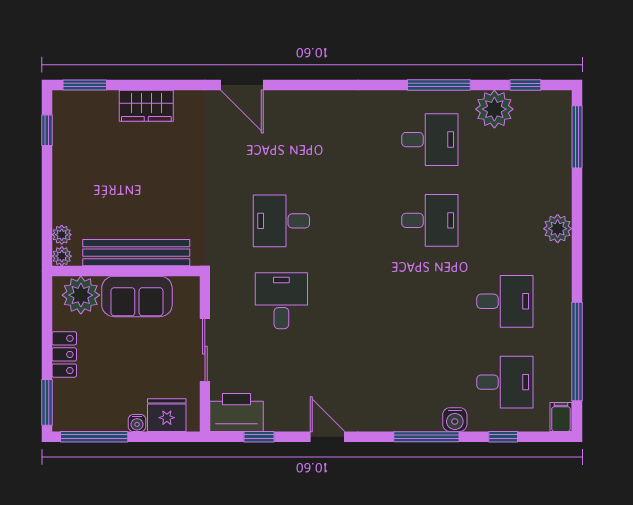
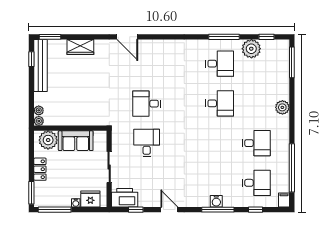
bench: (136, 253) -> (41, 66), moved, turned 90
water cooler: (455, 420) -> (216, 201), moved

